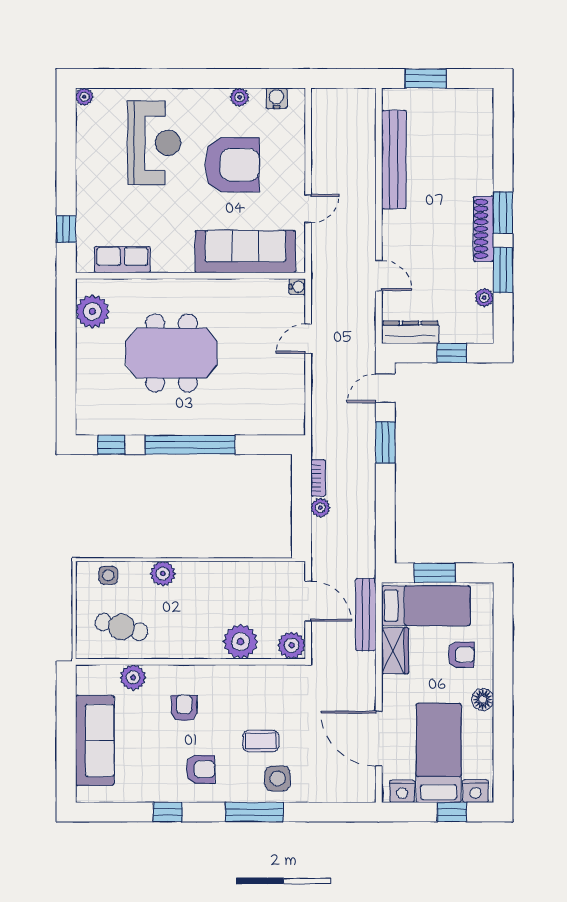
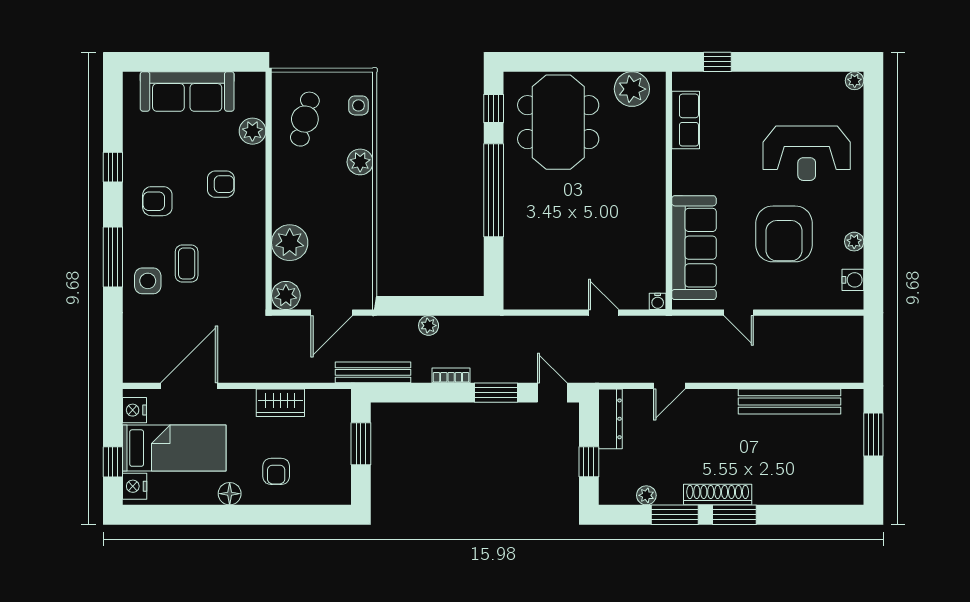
meeting table: (171, 353) -> (558, 122), moved
bookcase: (318, 478) -> (451, 375), moved, turned 180
bed: (426, 606) -> (327, 435), removed
bench: (366, 615) -> (373, 372), moved
armchair: (201, 769) -> (157, 201), turned 90

